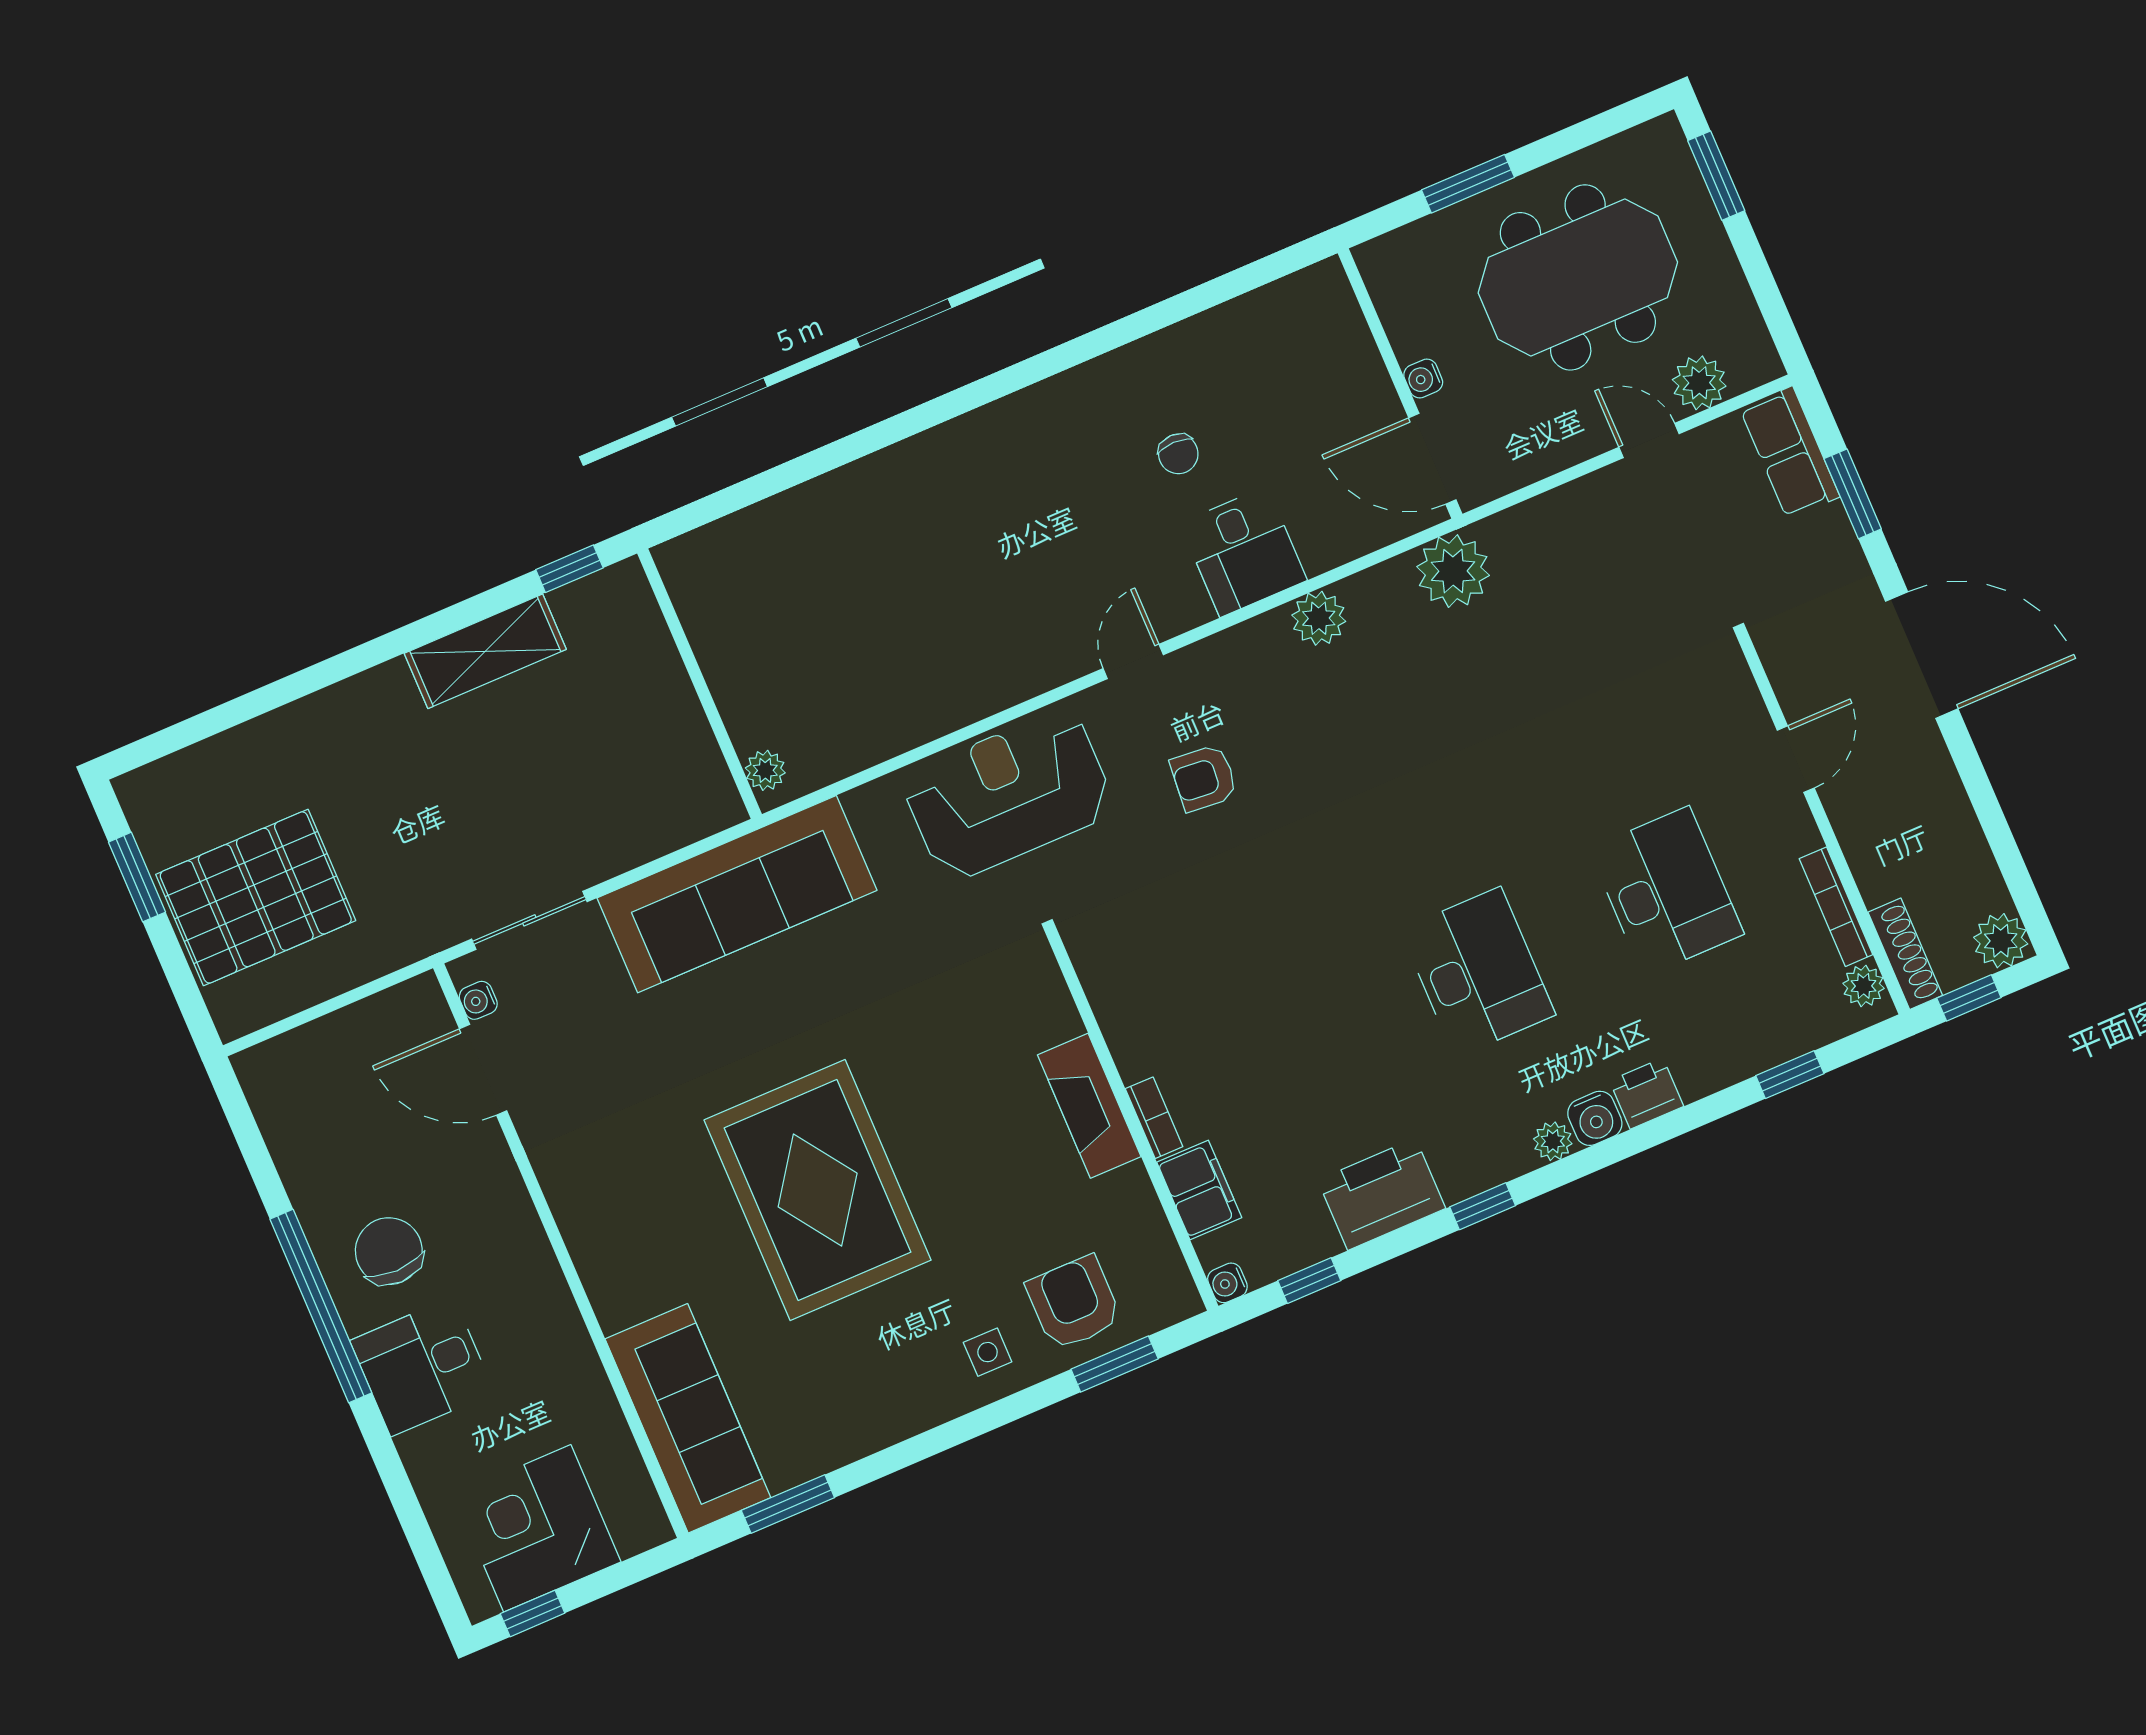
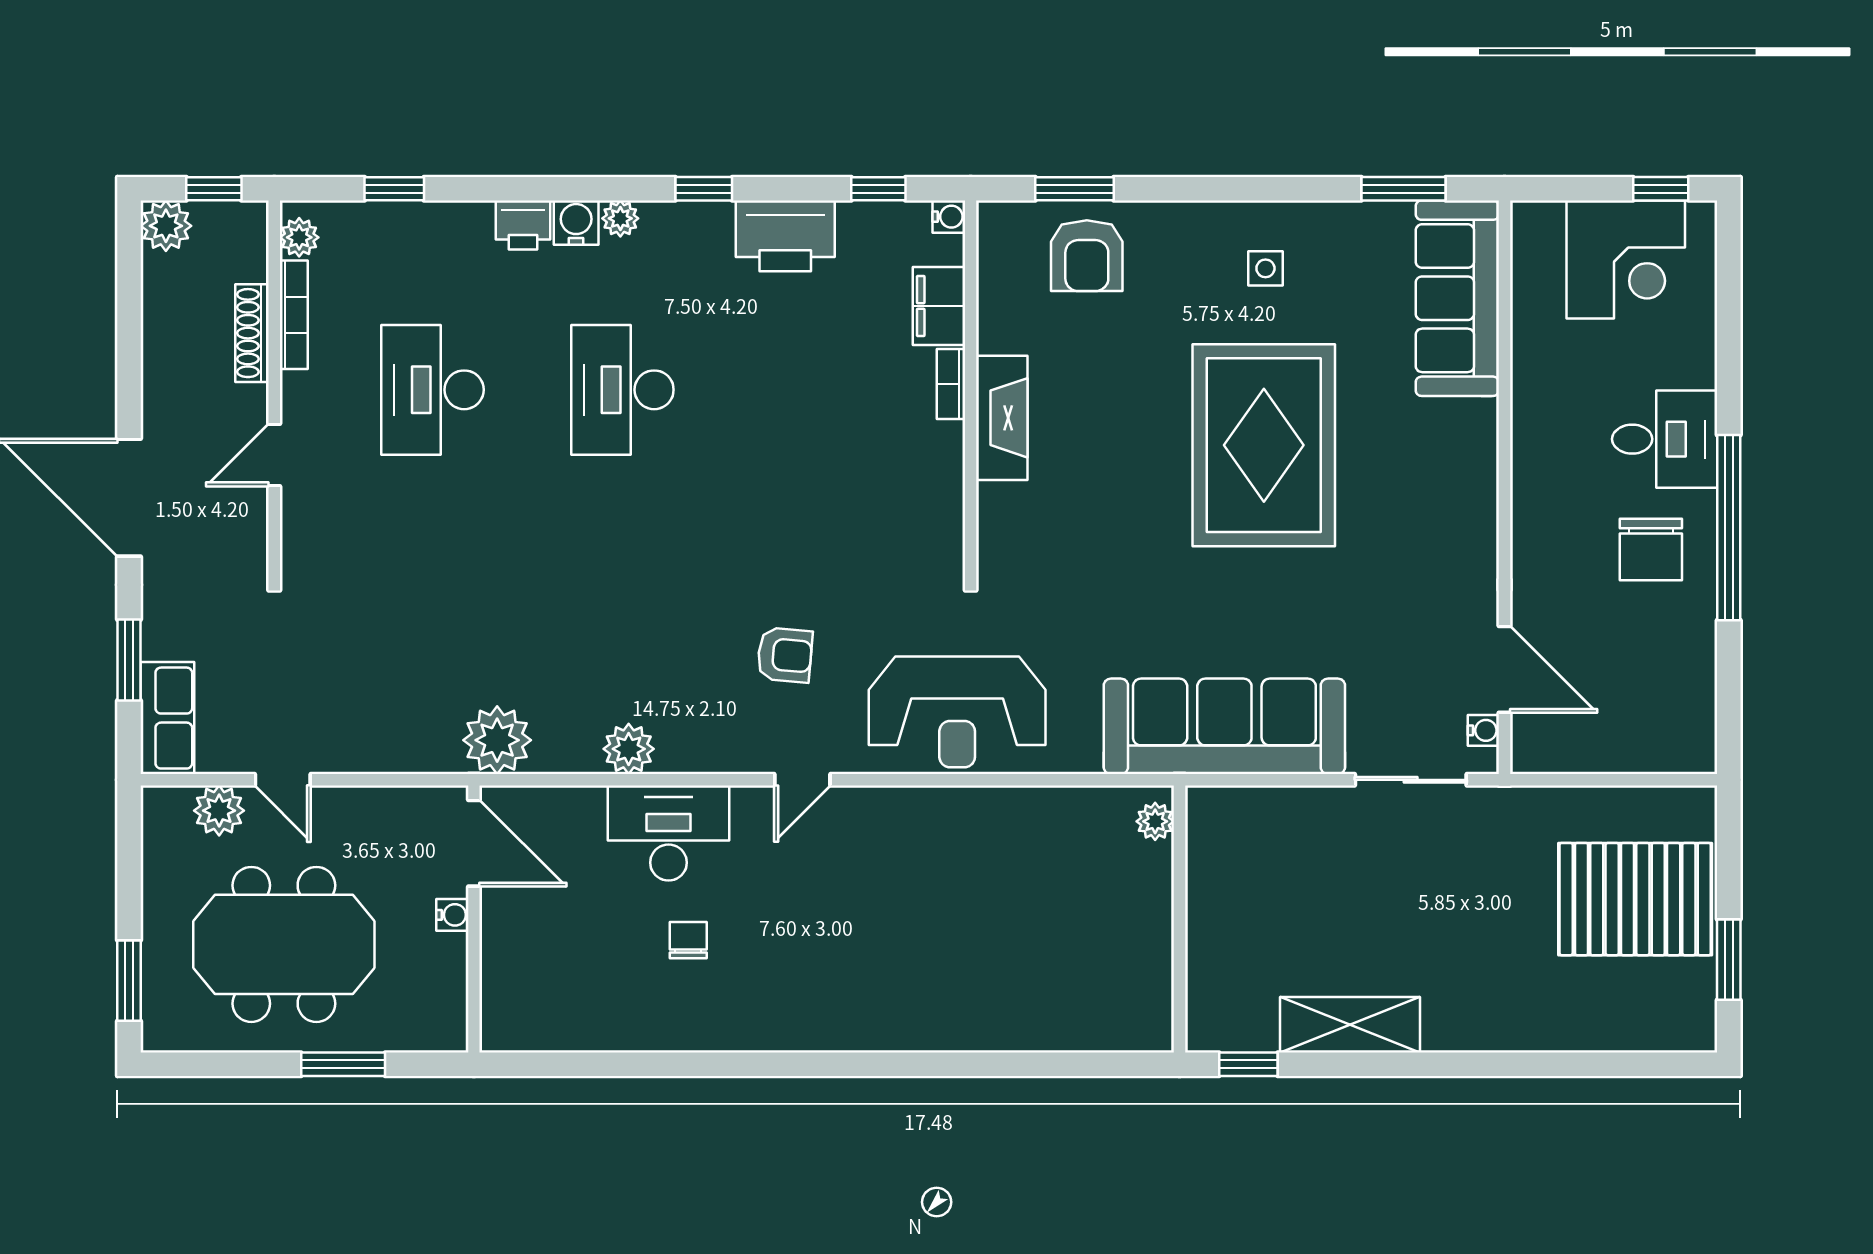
desk: (1243, 552) -> (669, 833), width x1.37
shoe rack: (1905, 954) -> (252, 333), moved
side table: (988, 1352) -> (1265, 268), moved

